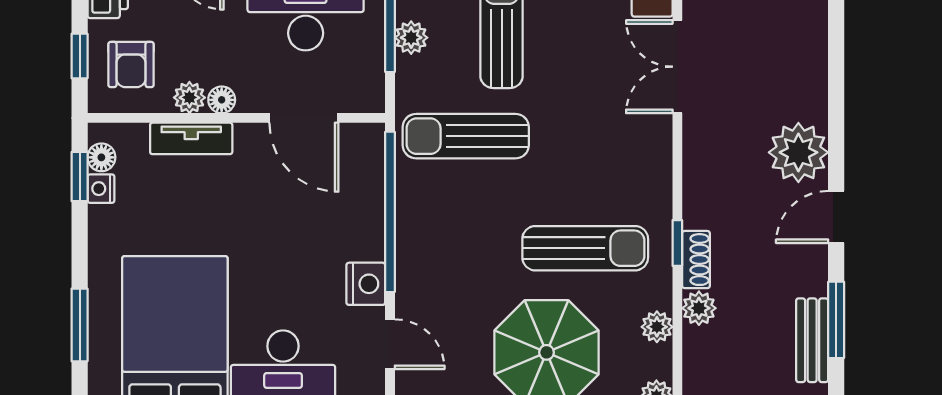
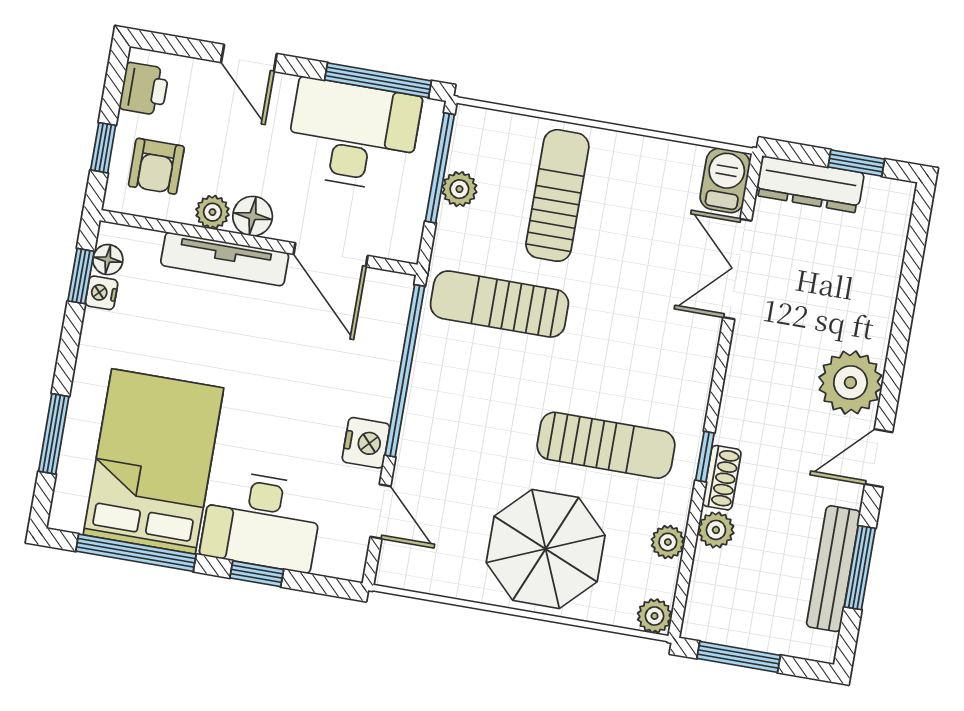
floor lamp: (222, 100) -> (253, 216), width x1.37, depth x1.37
tv unit: (191, 138) -> (225, 259), width x1.41
bench: (812, 340) -> (833, 569), width x1.36

